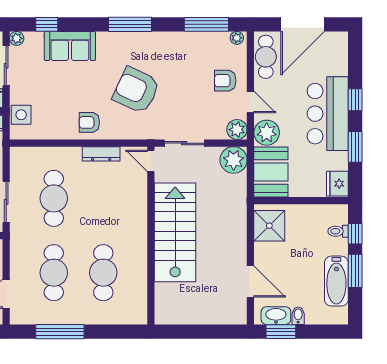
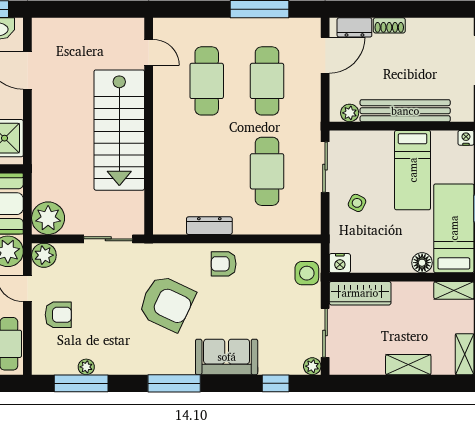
plant: (237, 38) -> (86, 367), moved
sofa: (70, 46) -> (227, 357), moved
armchair: (89, 122) -> (224, 264), turned 180
door: (151, 161) -> (149, 52), moved

